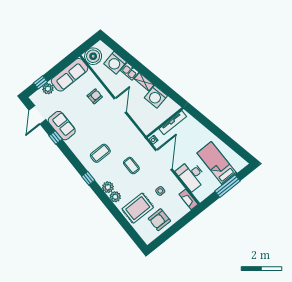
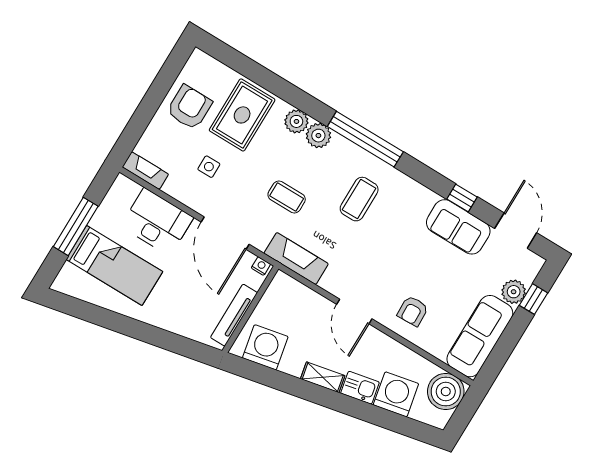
washing machine: (156, 97) -> (265, 347), moved
fireplace: (137, 137) -> (296, 259), added
window: (88, 178) -> (365, 139), width x3.17

